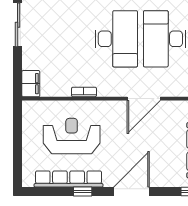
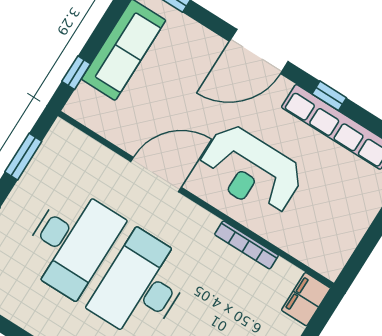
bookcase: (84, 92) -> (247, 245), width x1.56
reception desk: (72, 136) -> (251, 170), moved

